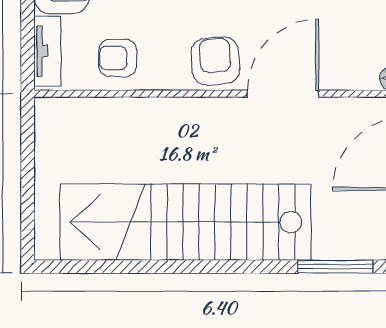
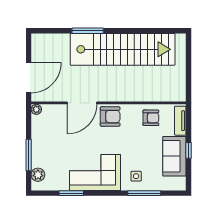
armchair: (215, 61) -> (110, 117), turned -85
window: (336, 267) -> (88, 31), moved

